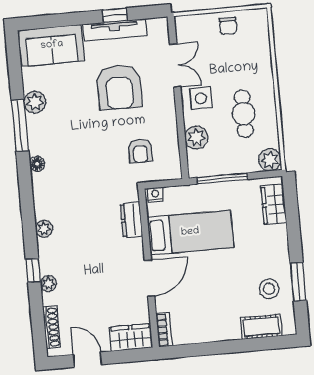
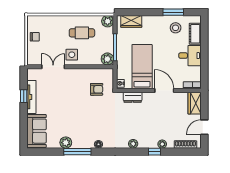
armchair: (119, 87) -> (62, 97), removed
plant: (196, 138) -> (107, 59), moved
desk: (219, 321) -> (190, 56), added

